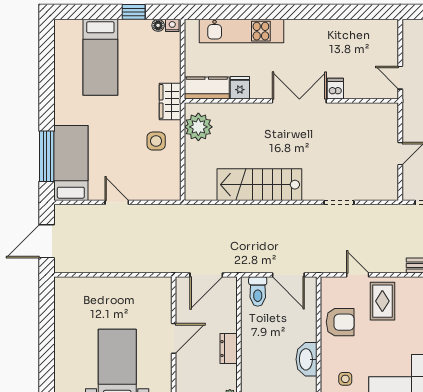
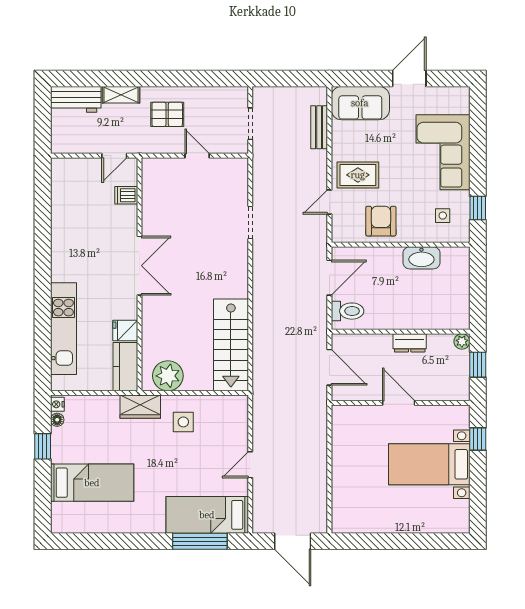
dishwasher: (335, 89) -> (126, 195), moved
double door: (299, 101) -> (139, 266), swing flipped
stairs: (259, 185) -> (231, 345), moved

